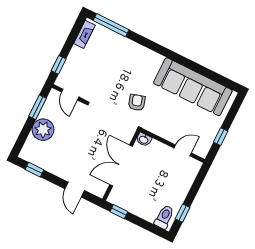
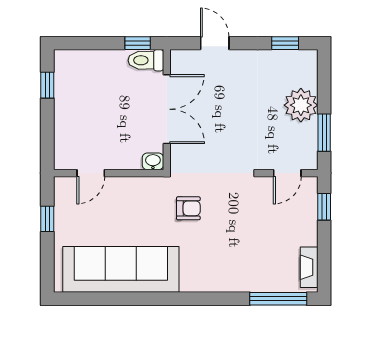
door: (70, 95) -> (287, 173), swing flipped
armchair: (137, 103) -> (188, 208), turned -73
toilet: (164, 217) -> (146, 60), moved, turned 90

